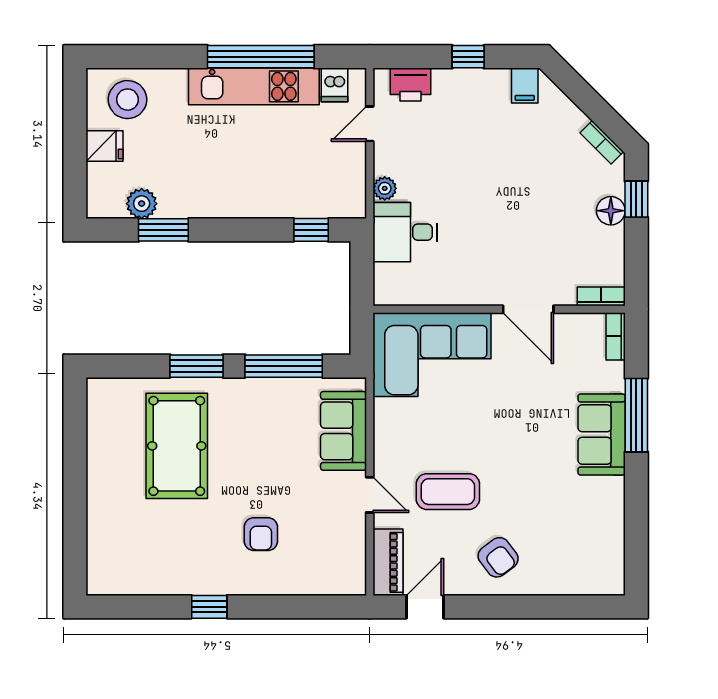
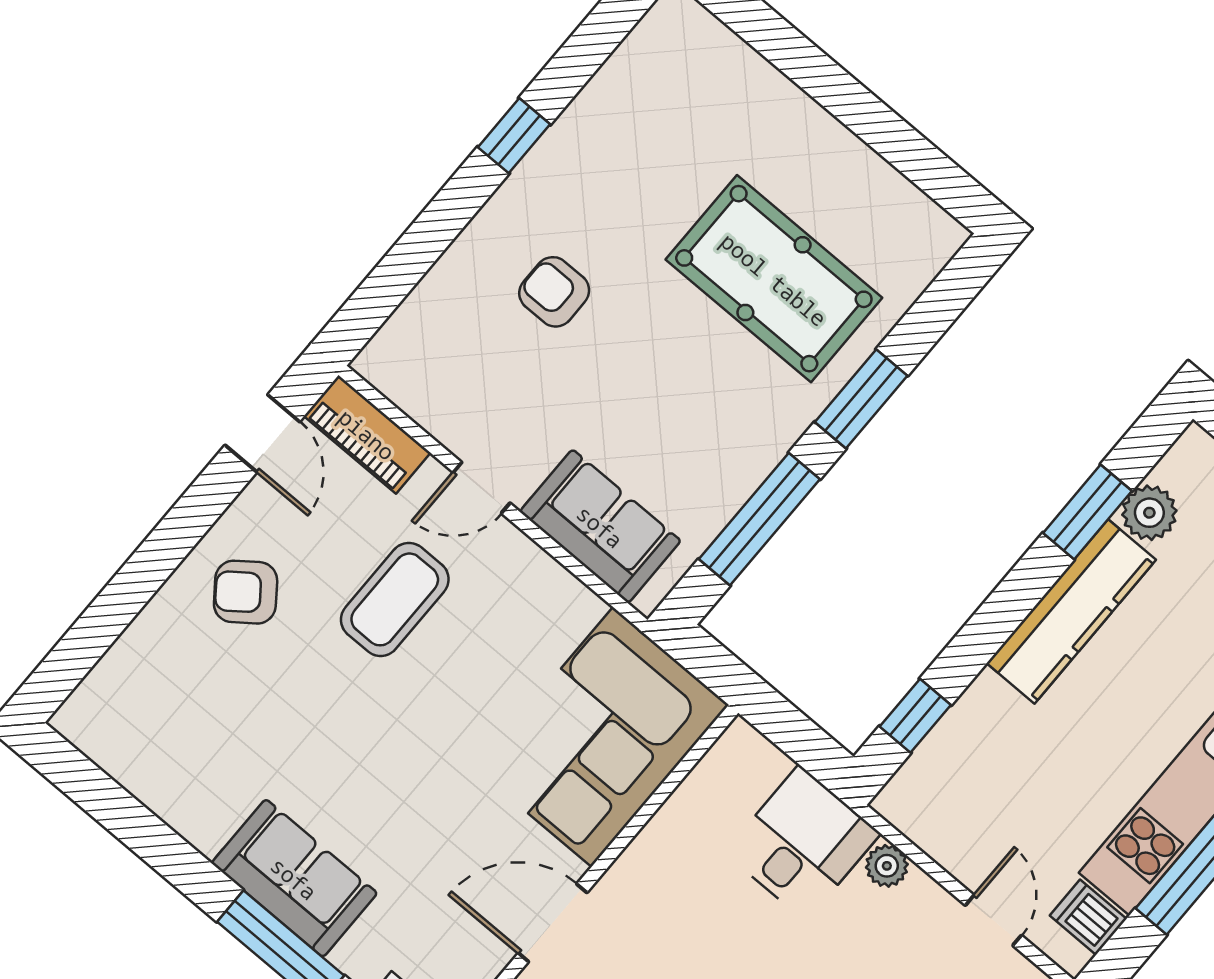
kitchen counter: (211, 201) -> (1071, 611), added

